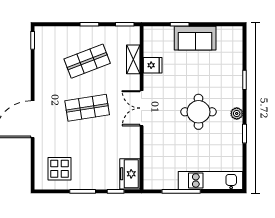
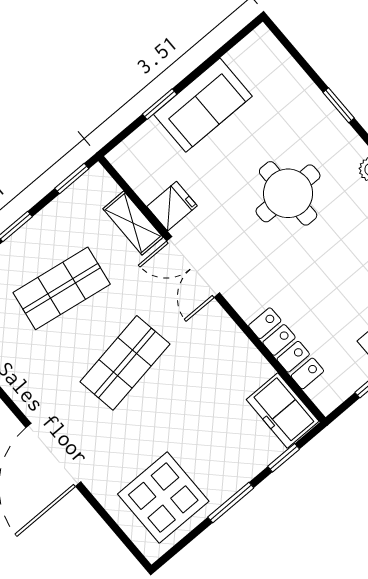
shop shelf: (87, 61) -> (62, 288), turned 30
double door: (142, 108) -> (193, 267), moved
round table: (198, 112) -> (288, 193), moved
locker: (150, 152) -> (286, 348), added
display table: (59, 169) -> (163, 498), width x1.36, depth x1.36

